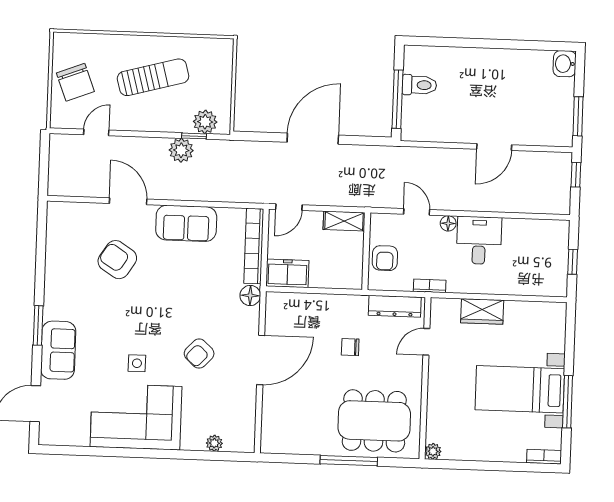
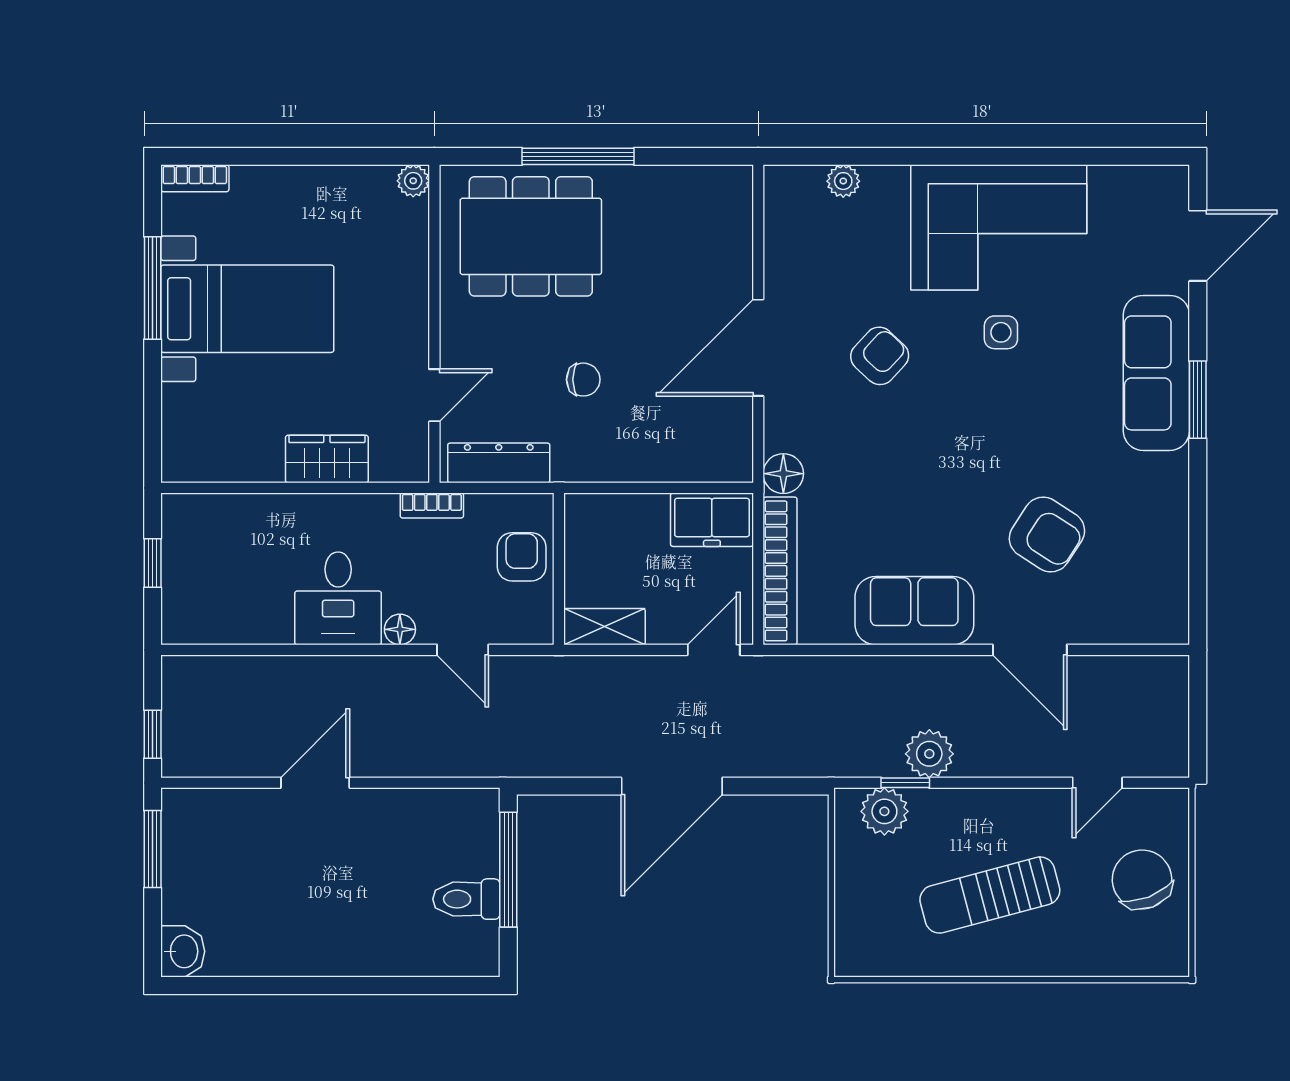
sofa: (58, 350) -> (1156, 373), width x1.36

